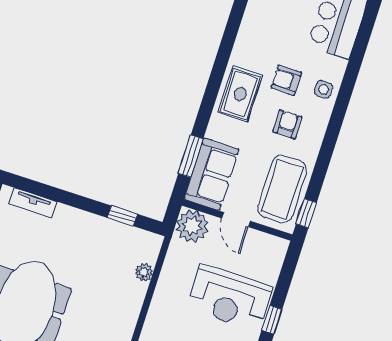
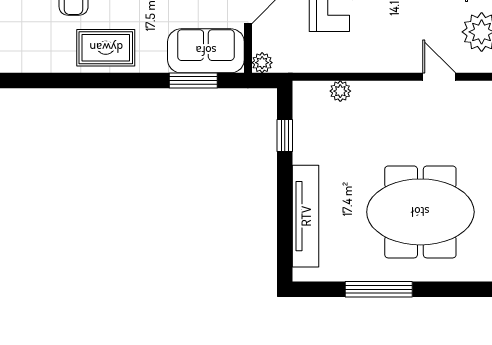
tv unit: (33, 203) -> (306, 216), width x1.92, depth x1.29
plant: (192, 226) -> (262, 63), width x0.53, depth x0.53

